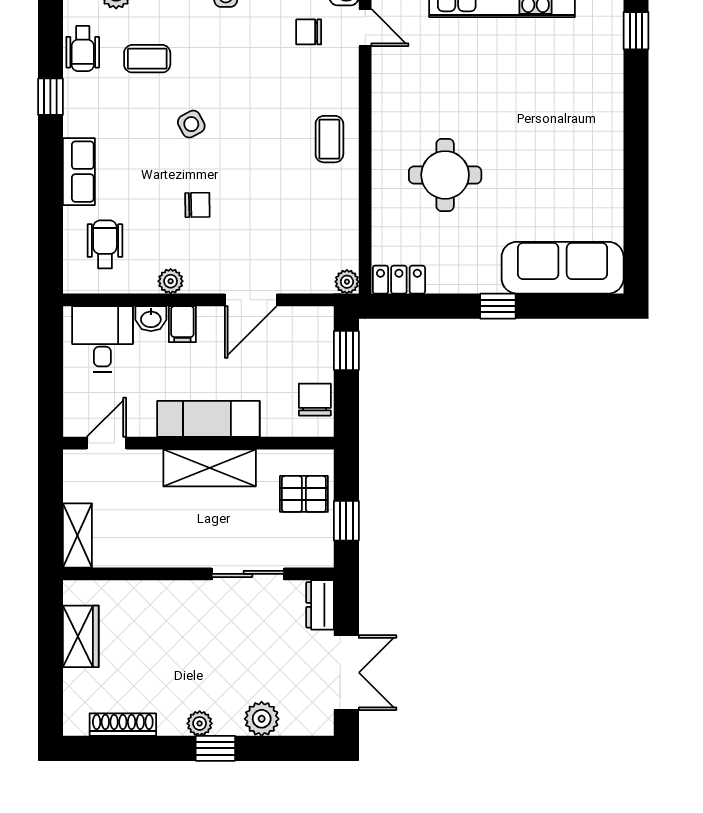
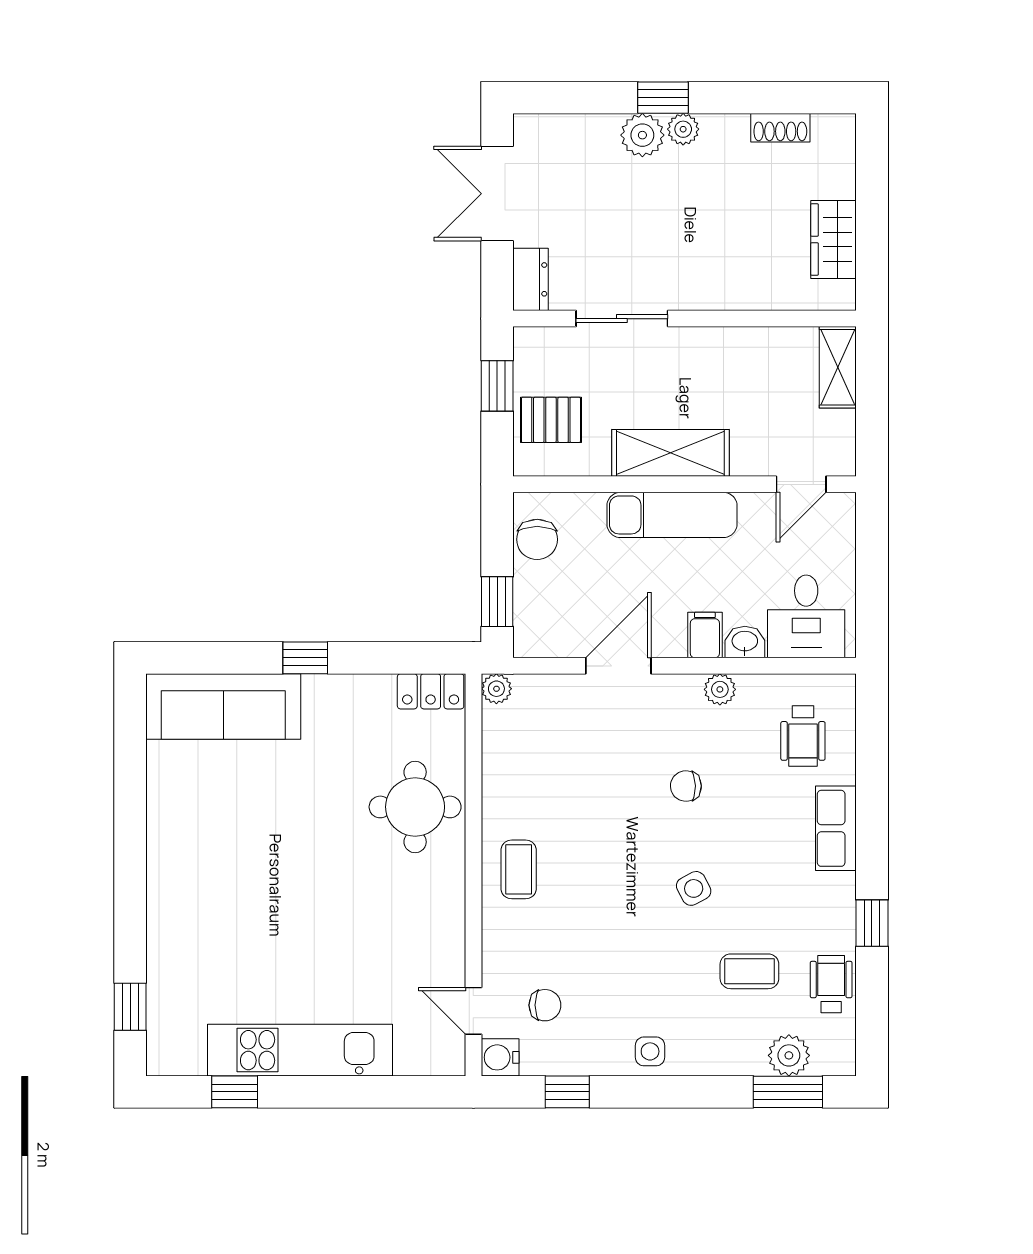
round table: (445, 175) -> (415, 807), moved
plant: (262, 719) -> (642, 135), moved
shoe rack: (123, 725) -> (780, 128), width x0.70

